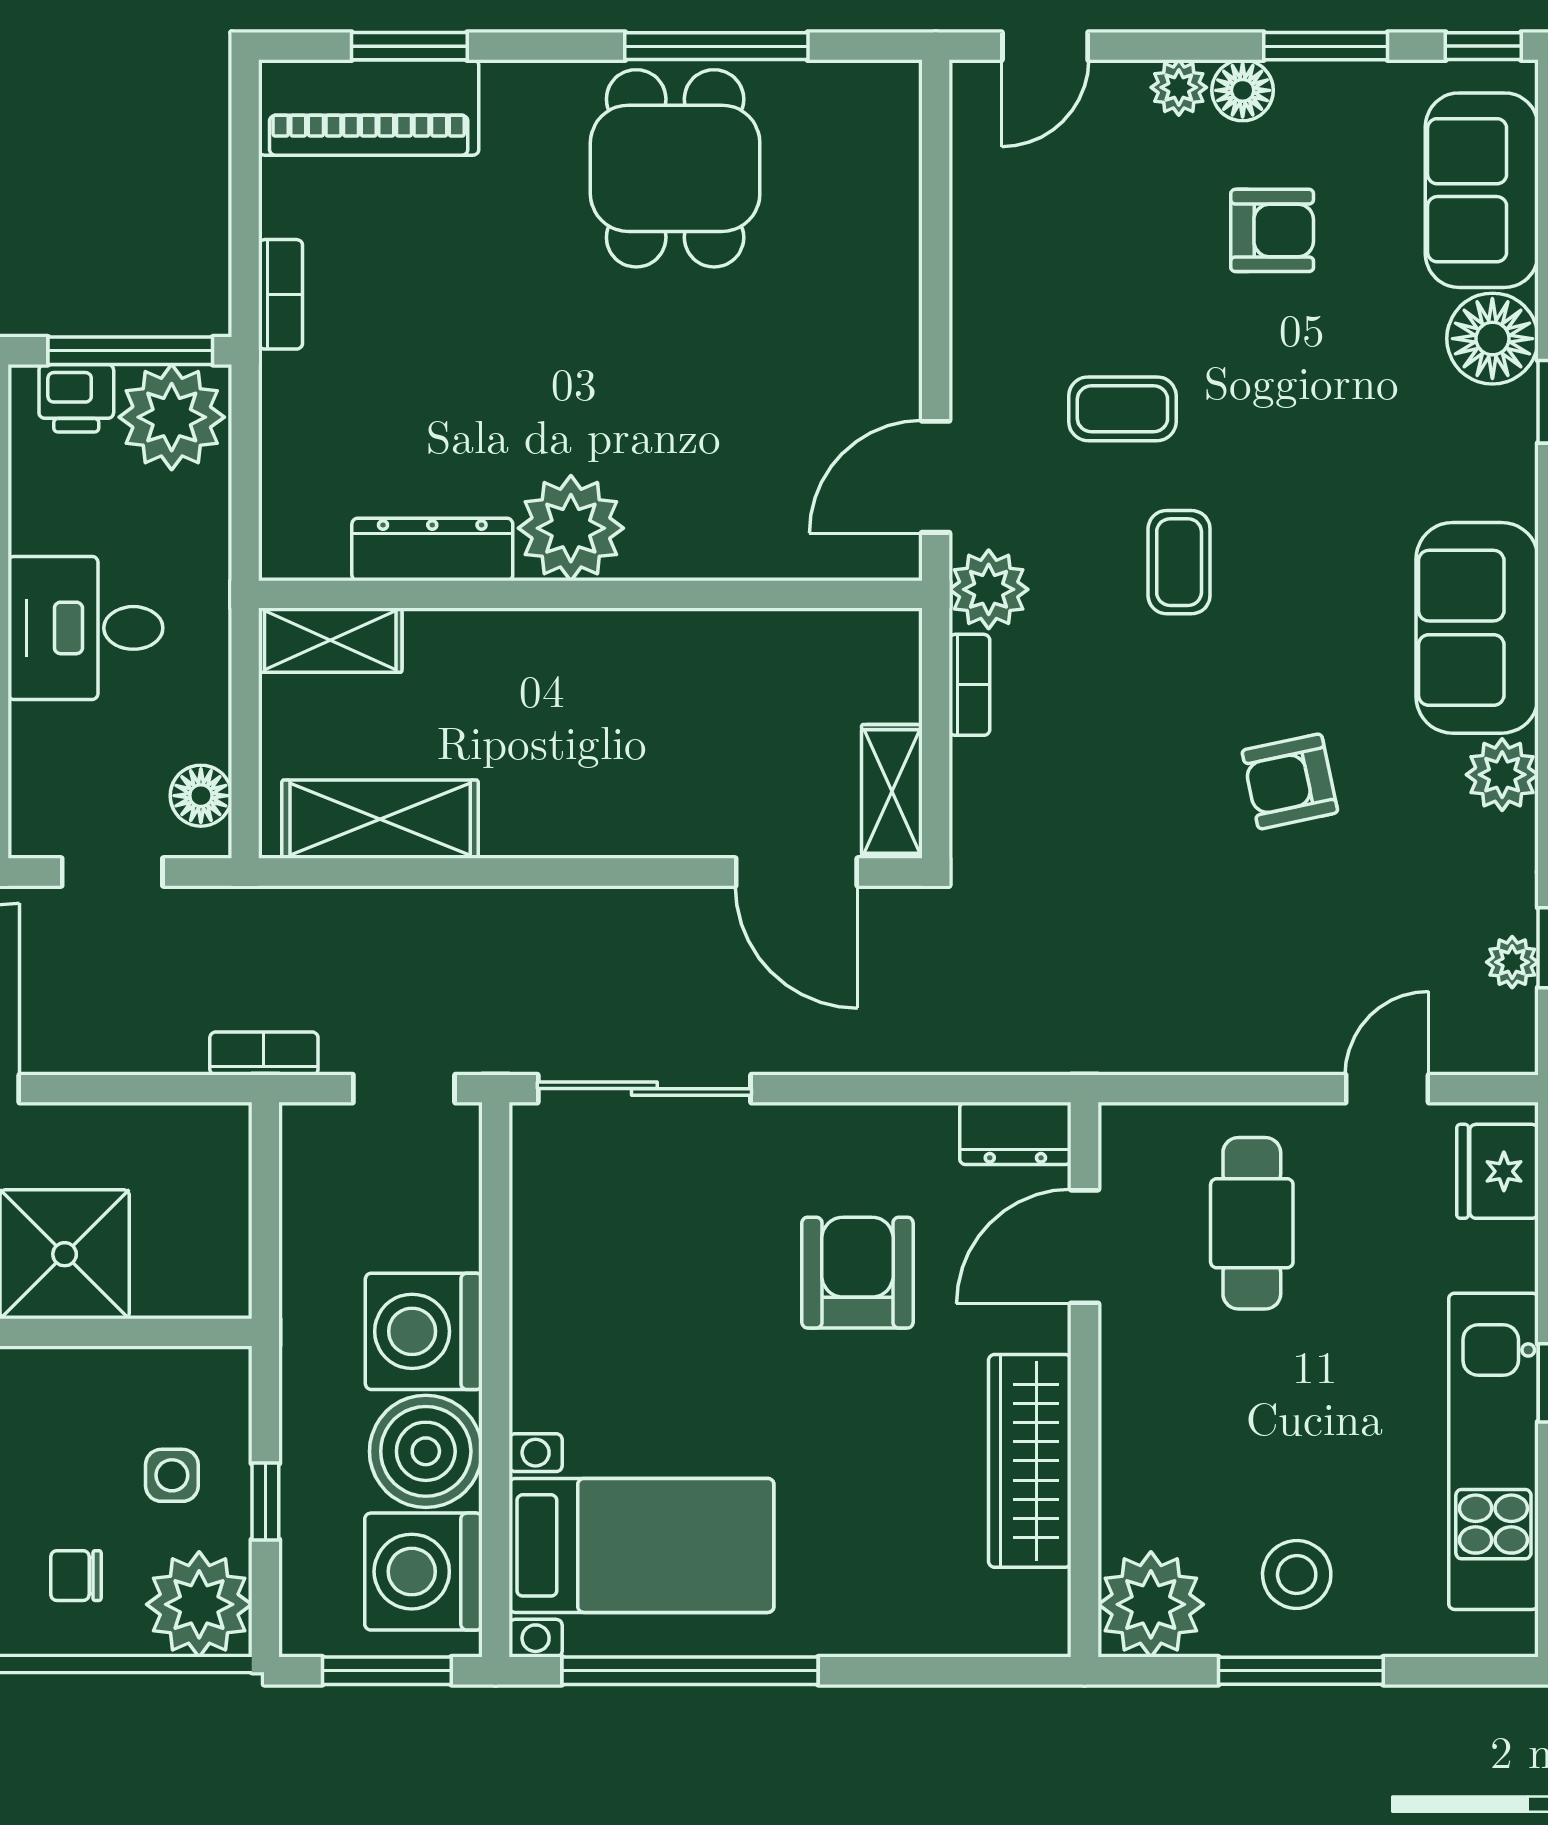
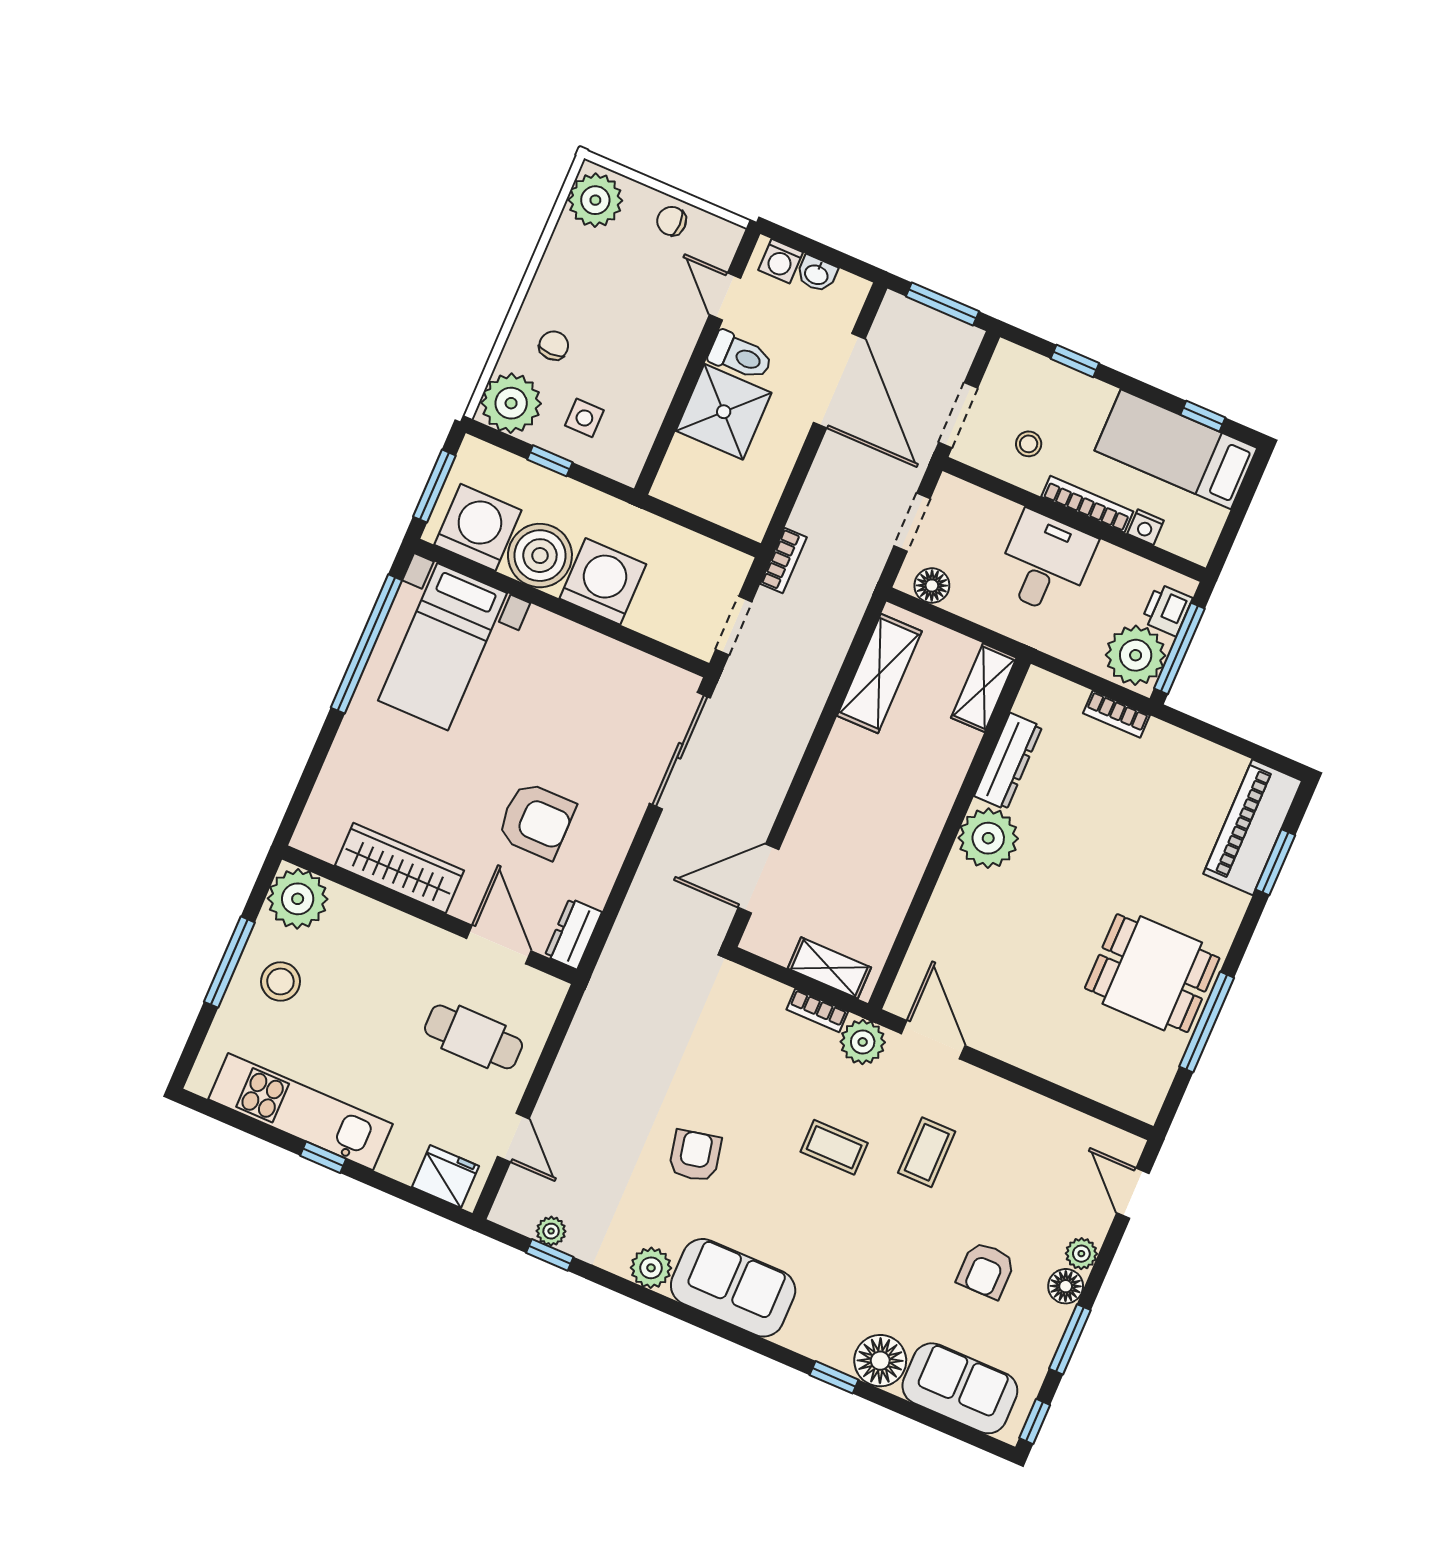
bookcase: (281, 294) -> (1116, 714), moved
shelving: (892, 791) -> (829, 968), moved

